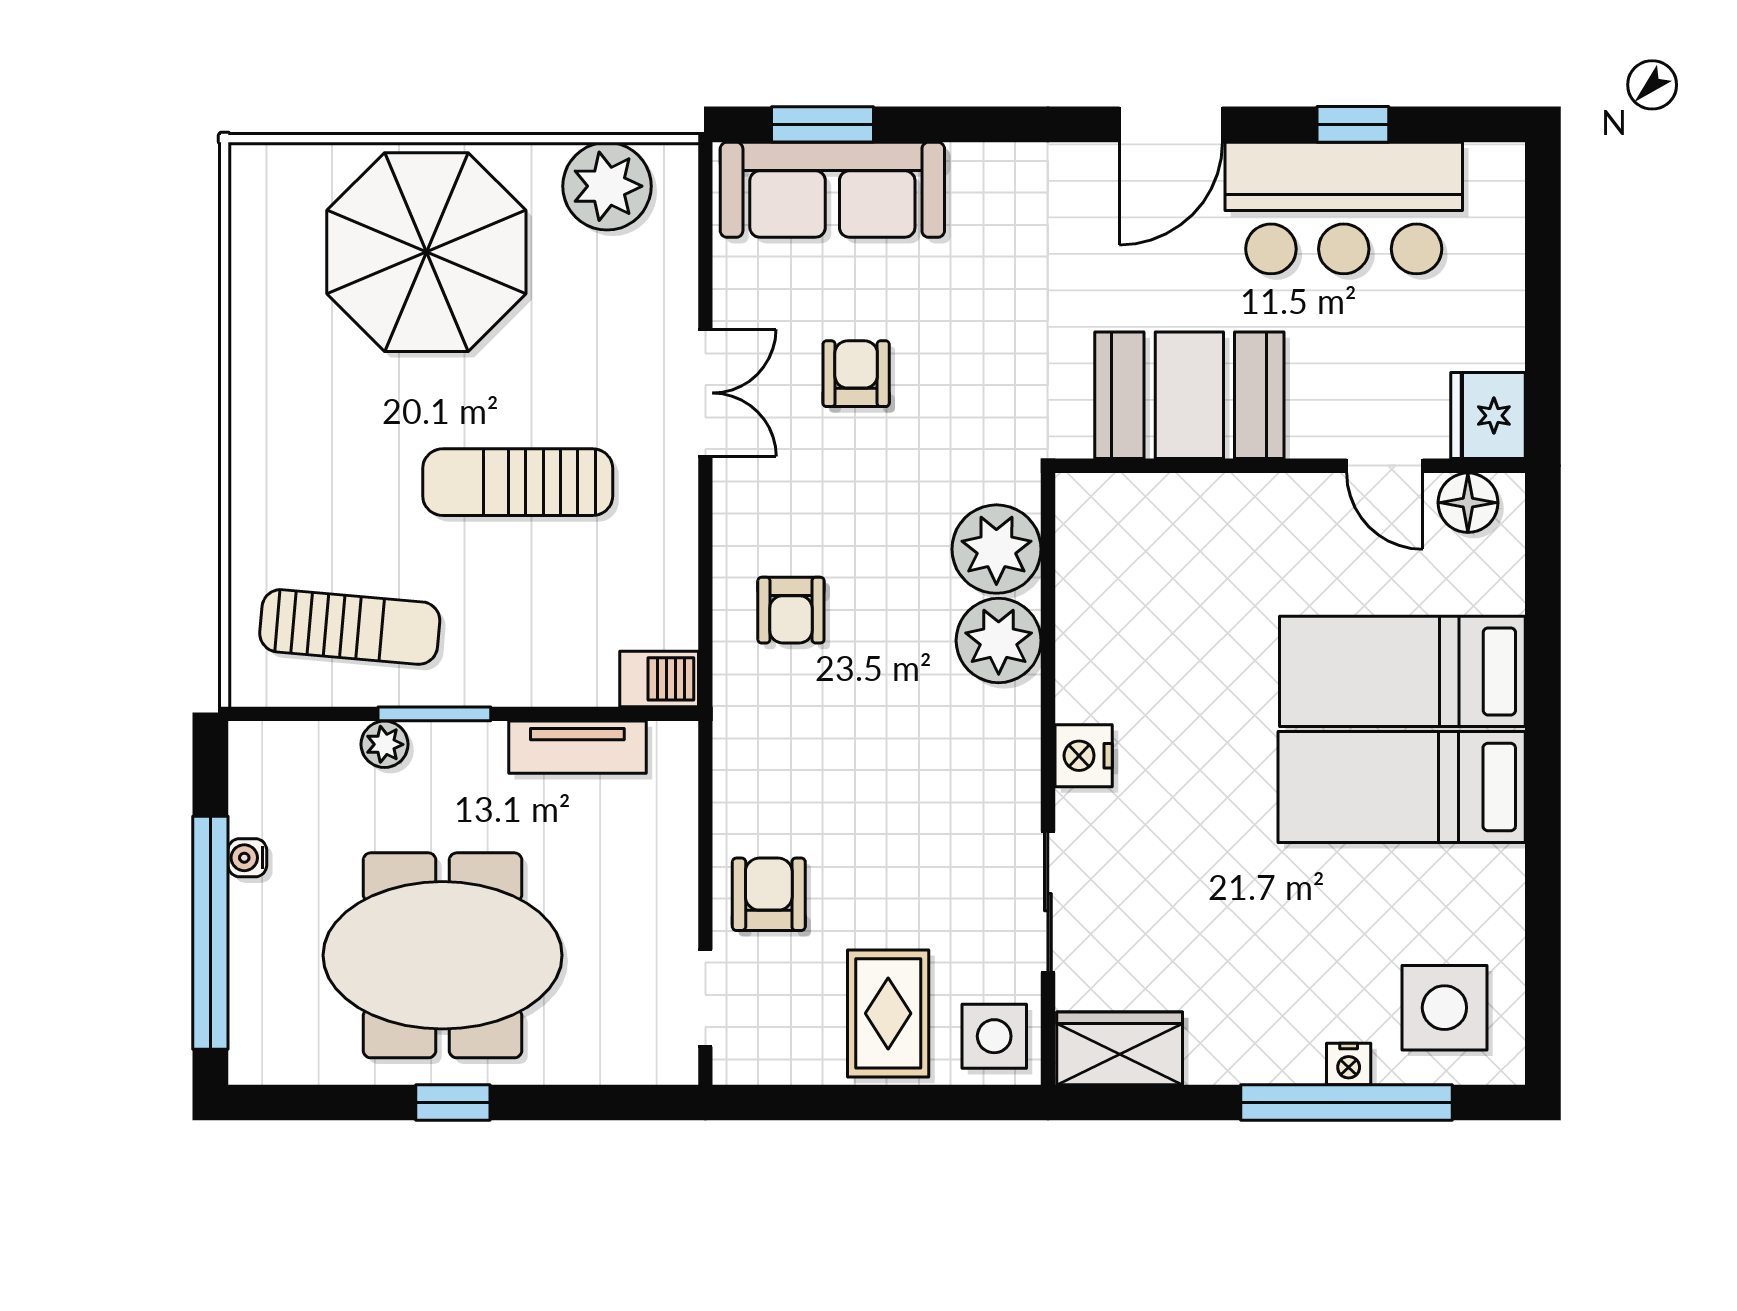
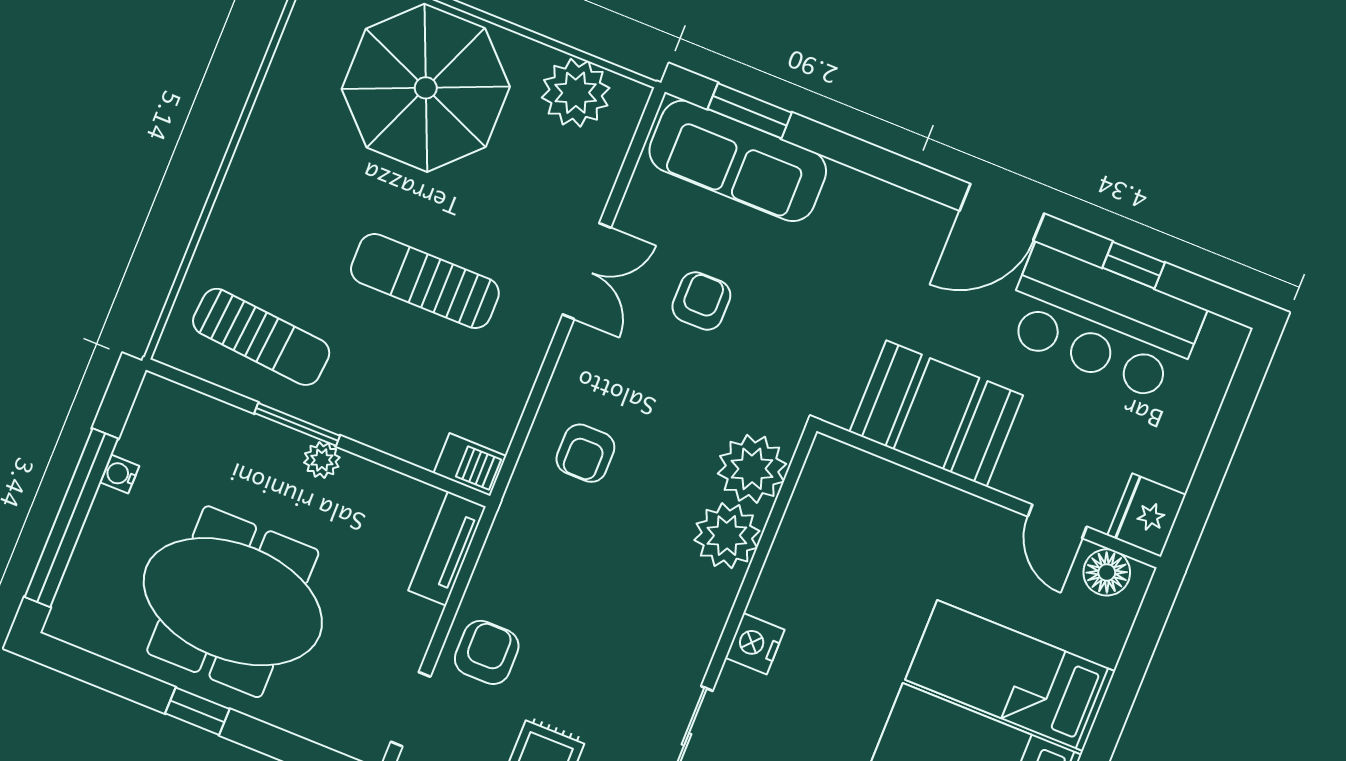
plant: (385, 744) -> (322, 460), moved
tv unit: (577, 747) -> (447, 549), moved, turned 90

